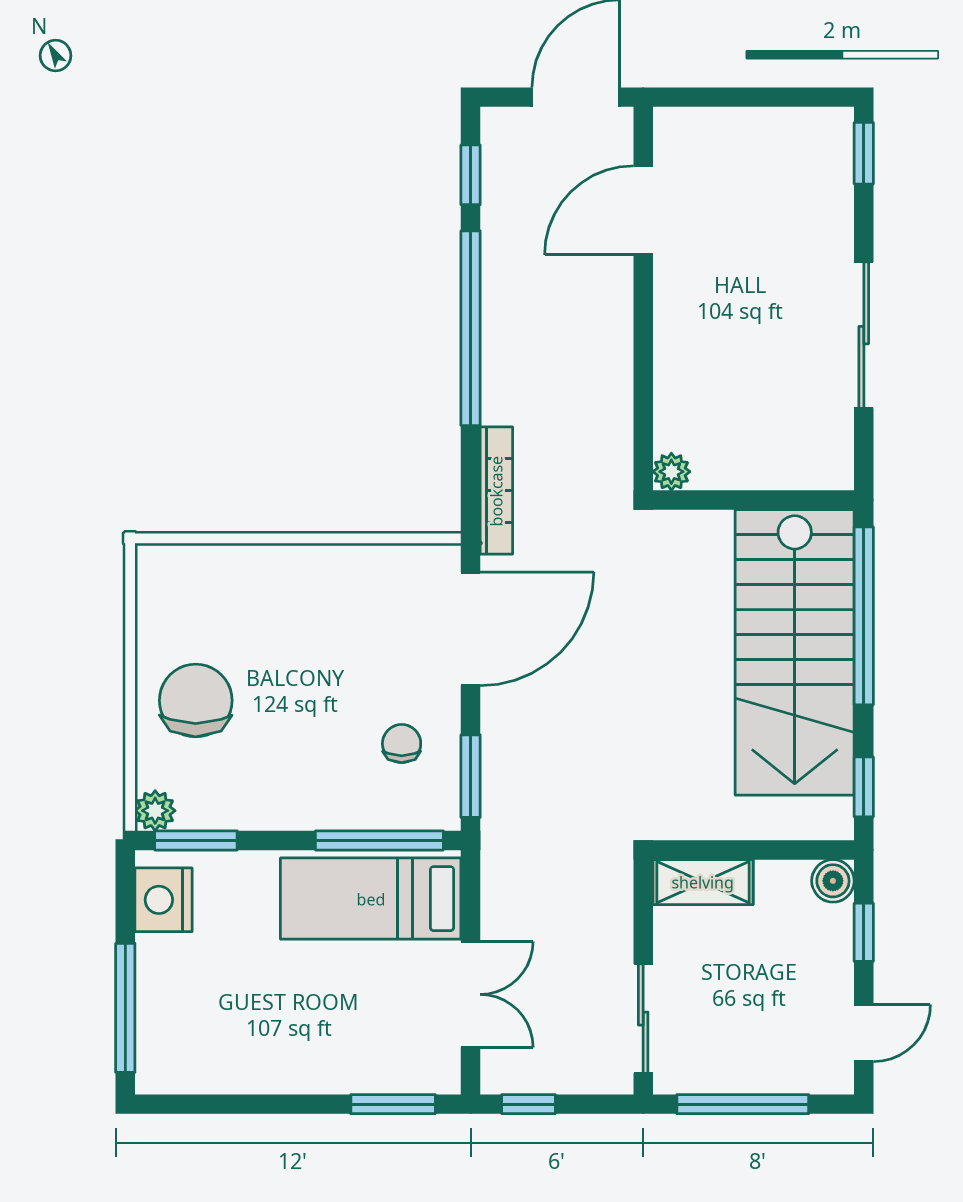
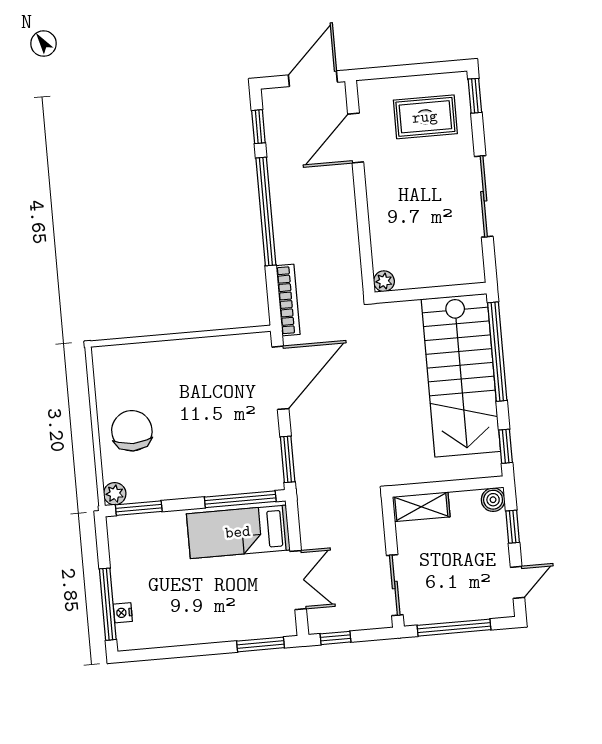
rug: (772, 183) -> (425, 117), added
chair: (402, 744) -> (248, 445), removed
nightstand: (163, 900) -> (123, 613), moved, width x0.53, depth x0.56

